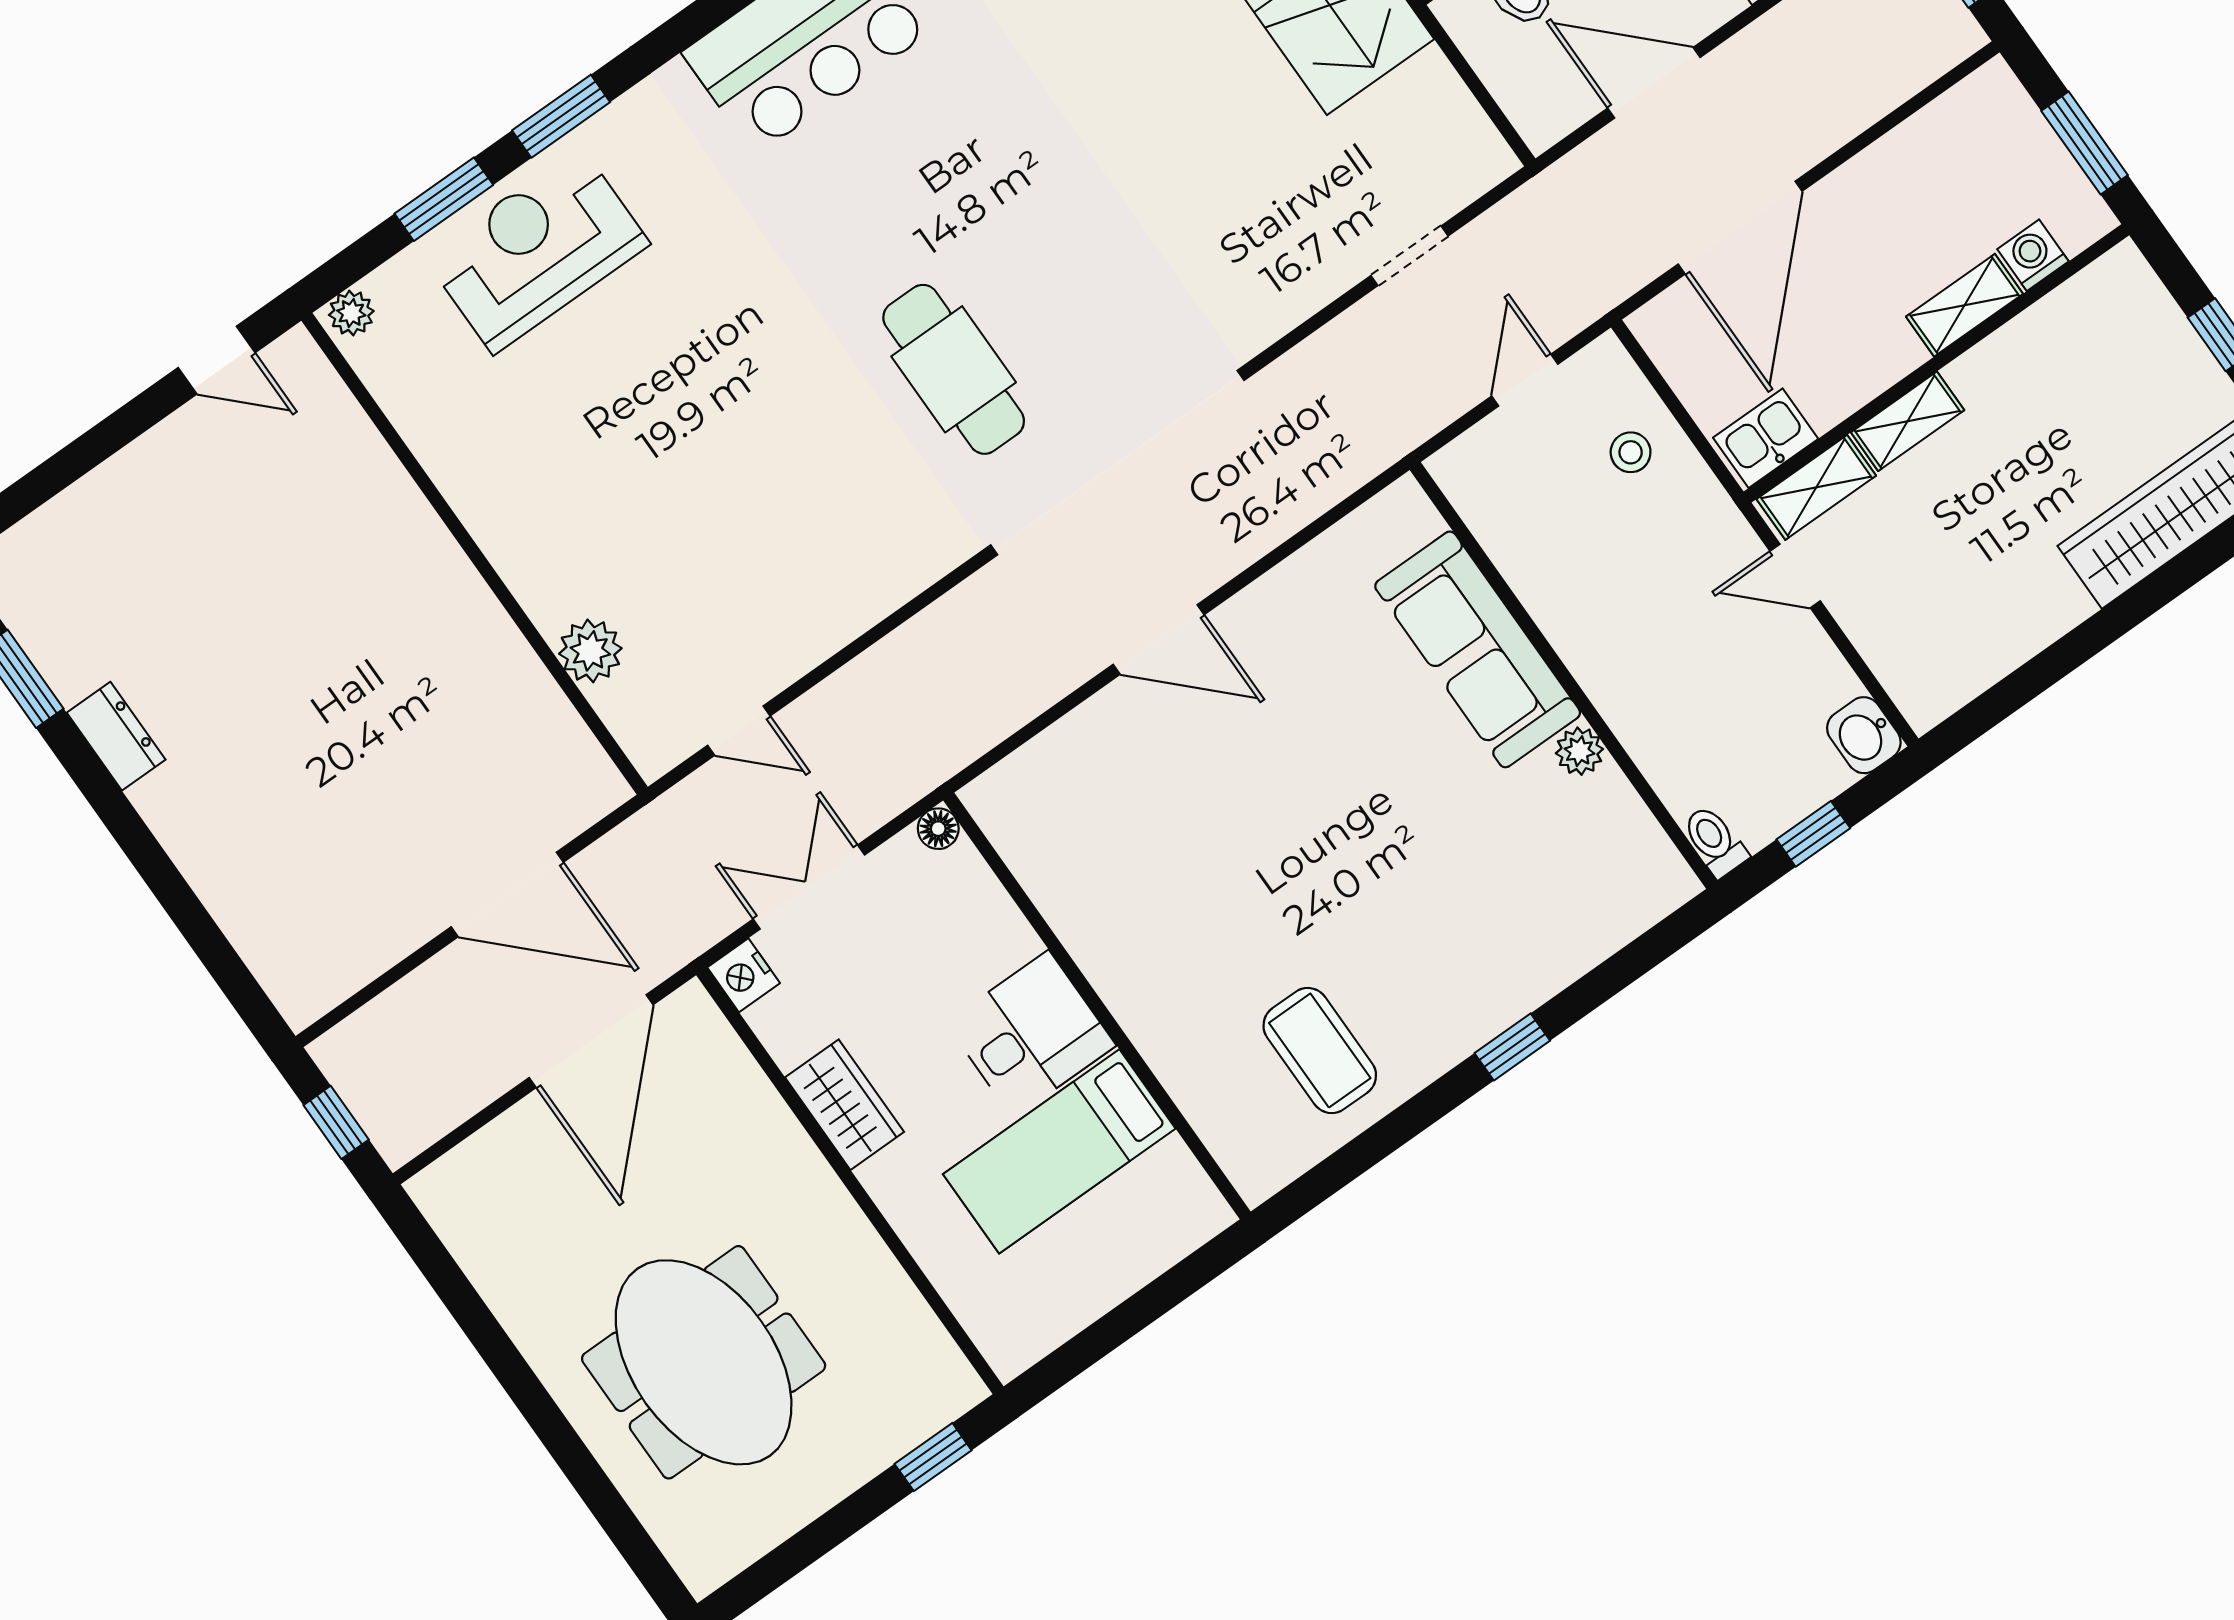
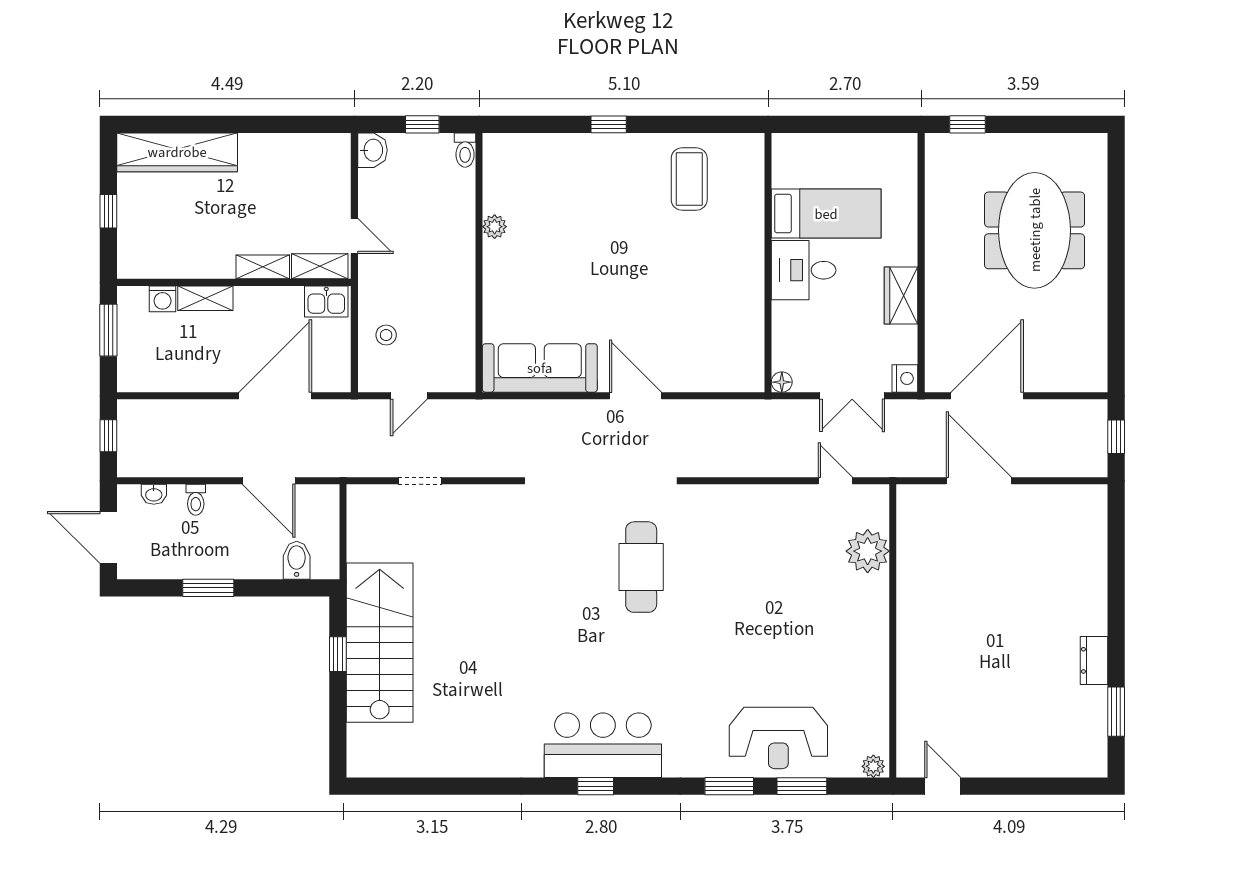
sofa: (1478, 649) -> (540, 368), moved, turned -90
plant: (590, 651) -> (868, 551), width x1.36, depth x1.36

